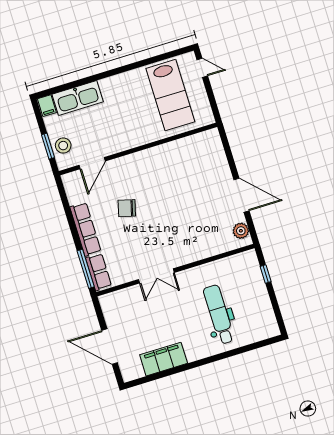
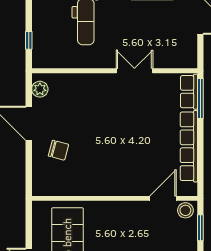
stool: (63, 146) -> (185, 210), moved
chair: (127, 208) -> (58, 150), moved
row of seats: (85, 229) -> (189, 146), width x1.36

